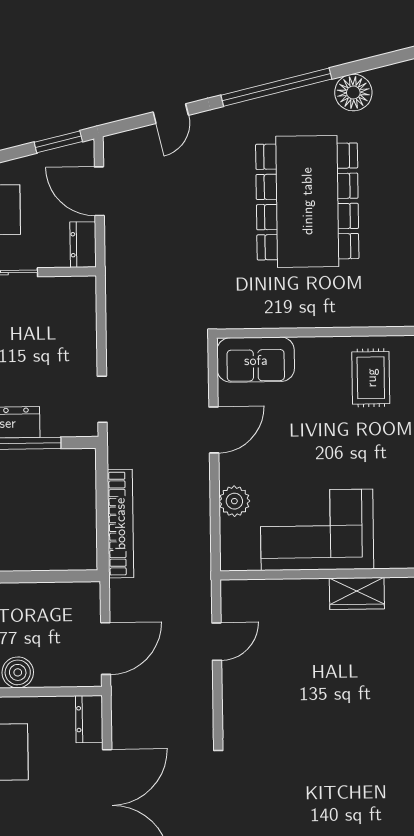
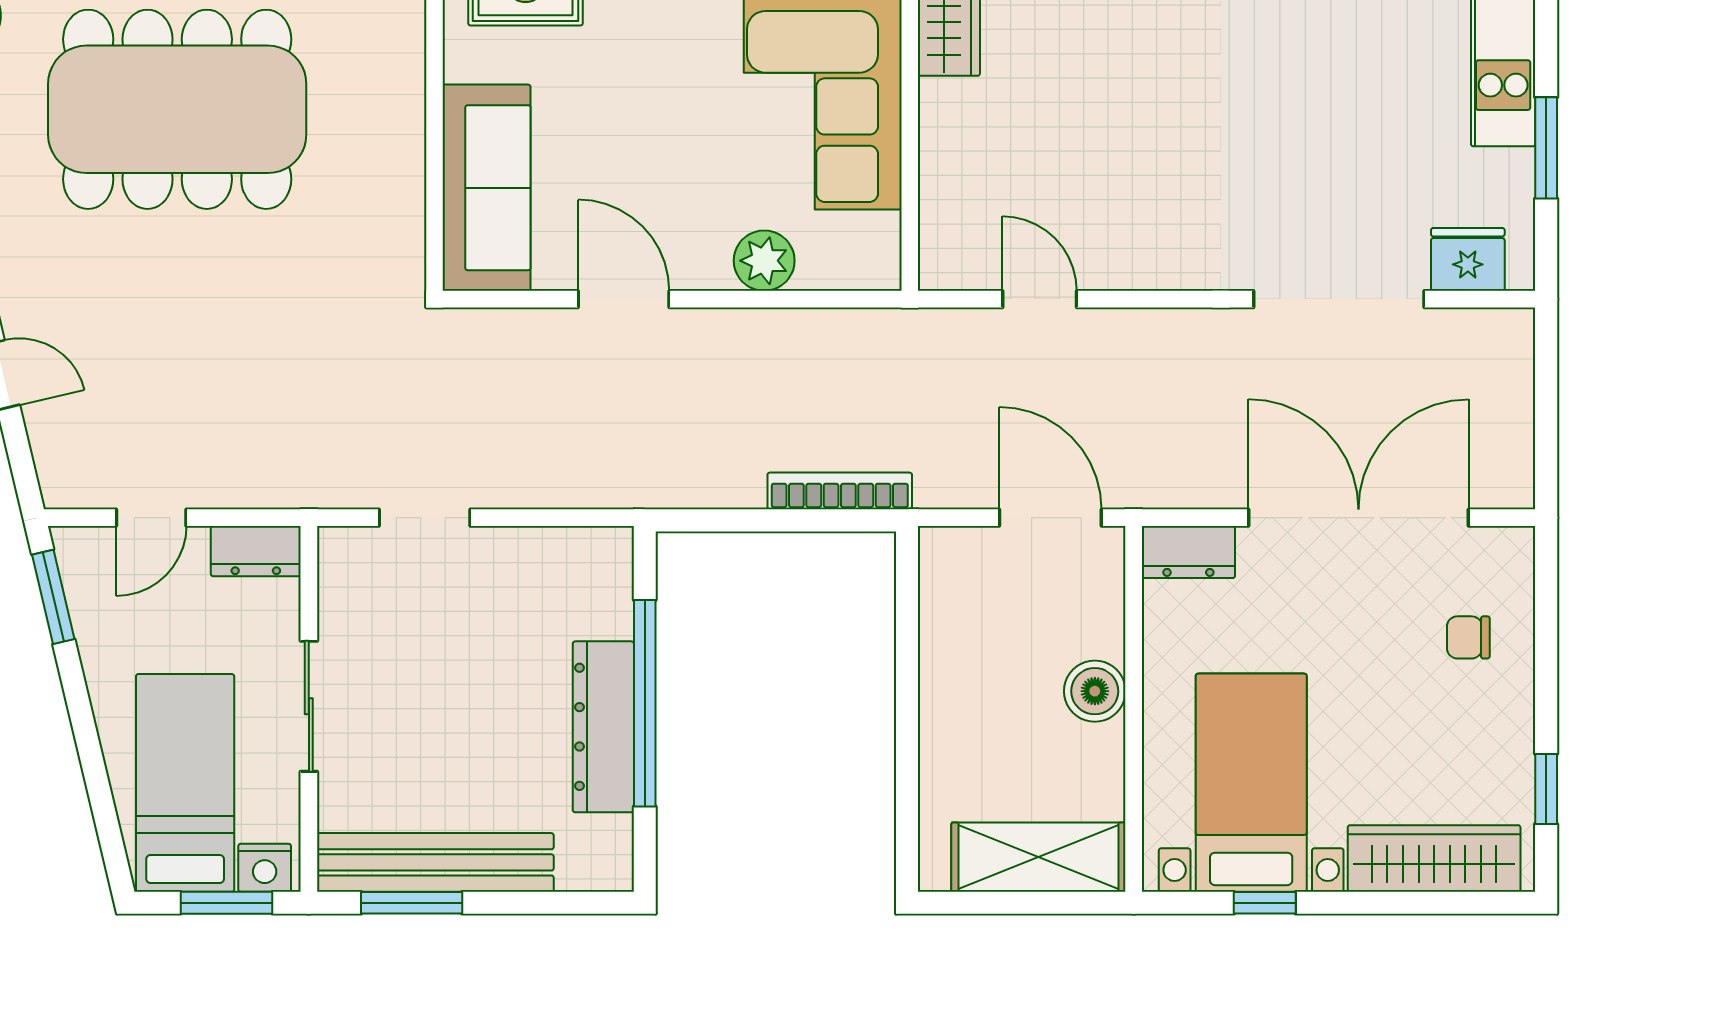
door: (99, 191) -> (151, 518), width x0.73
sofa: (256, 360) -> (487, 188), width x1.36
doorway: (102, 399) -> (425, 518), moved
bookcase: (120, 524) -> (840, 491), width x0.68, depth x0.76

